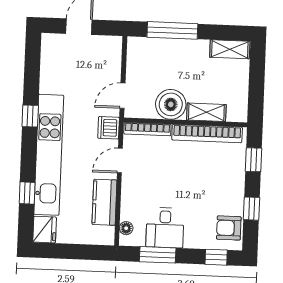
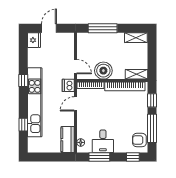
door: (122, 96) -> (76, 67), swing flipped
shelving: (206, 112) -> (137, 74), moved
kitchen counter: (104, 202) -> (68, 140), moved
window: (252, 209) -> (152, 128), width x2.17
fridge: (45, 230) -> (34, 40), moved

